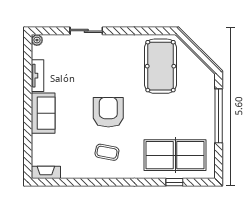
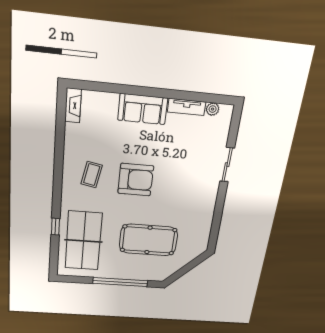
plant: (37, 40) -> (213, 109), moved
pool table: (161, 66) -> (148, 240), moved
window: (174, 182) -> (55, 227), moved

